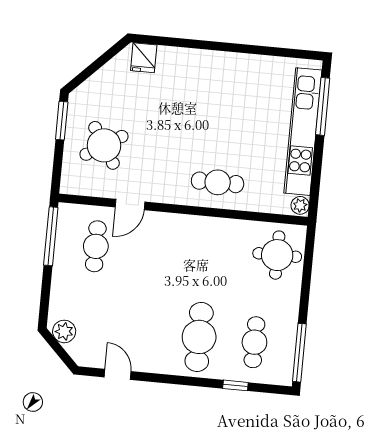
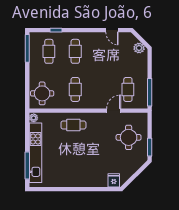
round table: (104, 145) -> (129, 137), turned 32
cafe table: (207, 257) -> (75, 89), added
cafe table: (199, 337) -> (75, 51), width x0.73, depth x0.74

